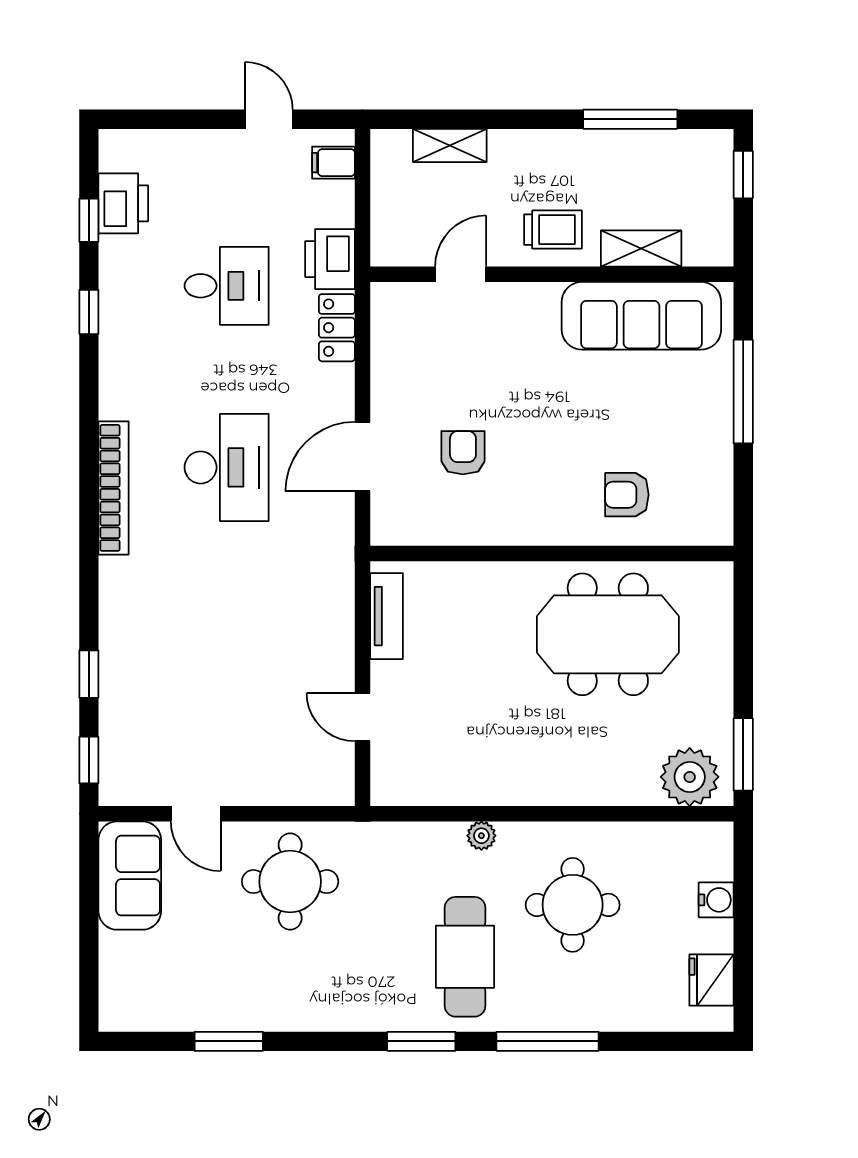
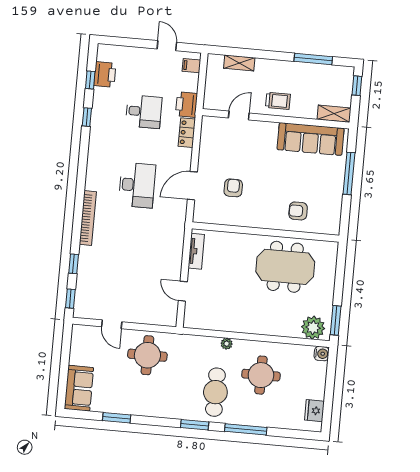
shelving: (641, 248) -> (334, 114), moved
bookcase: (114, 488) -> (88, 218), moved
sofa: (130, 876) -> (79, 388), moved
water cooler: (716, 900) -> (322, 354), moved

